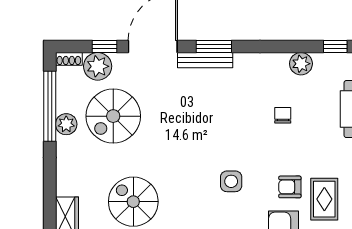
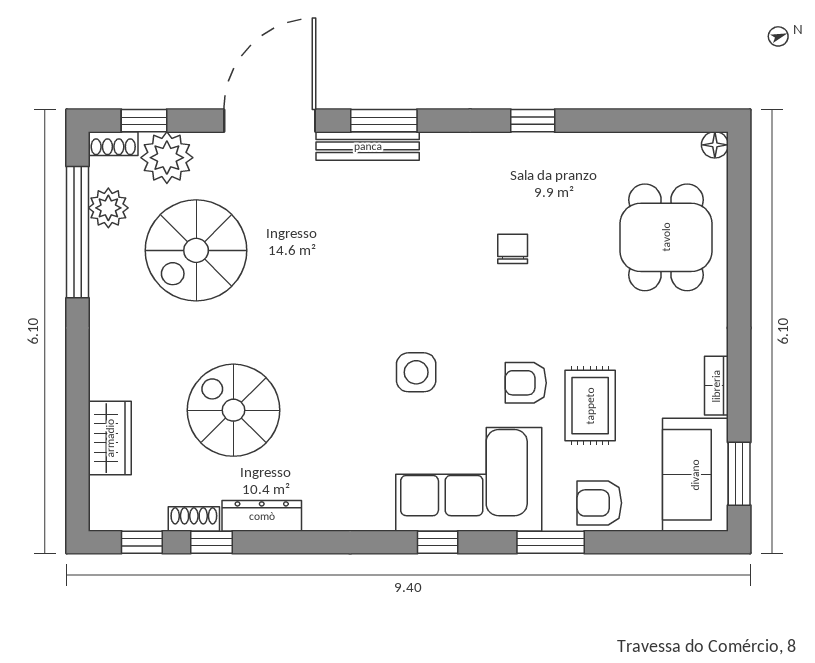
window: (105, 47) -> (144, 121), moved
window: (335, 47) -> (533, 121), moved
plant: (301, 64) -> (547, 153), removed
plant: (66, 124) -> (108, 208), moved

